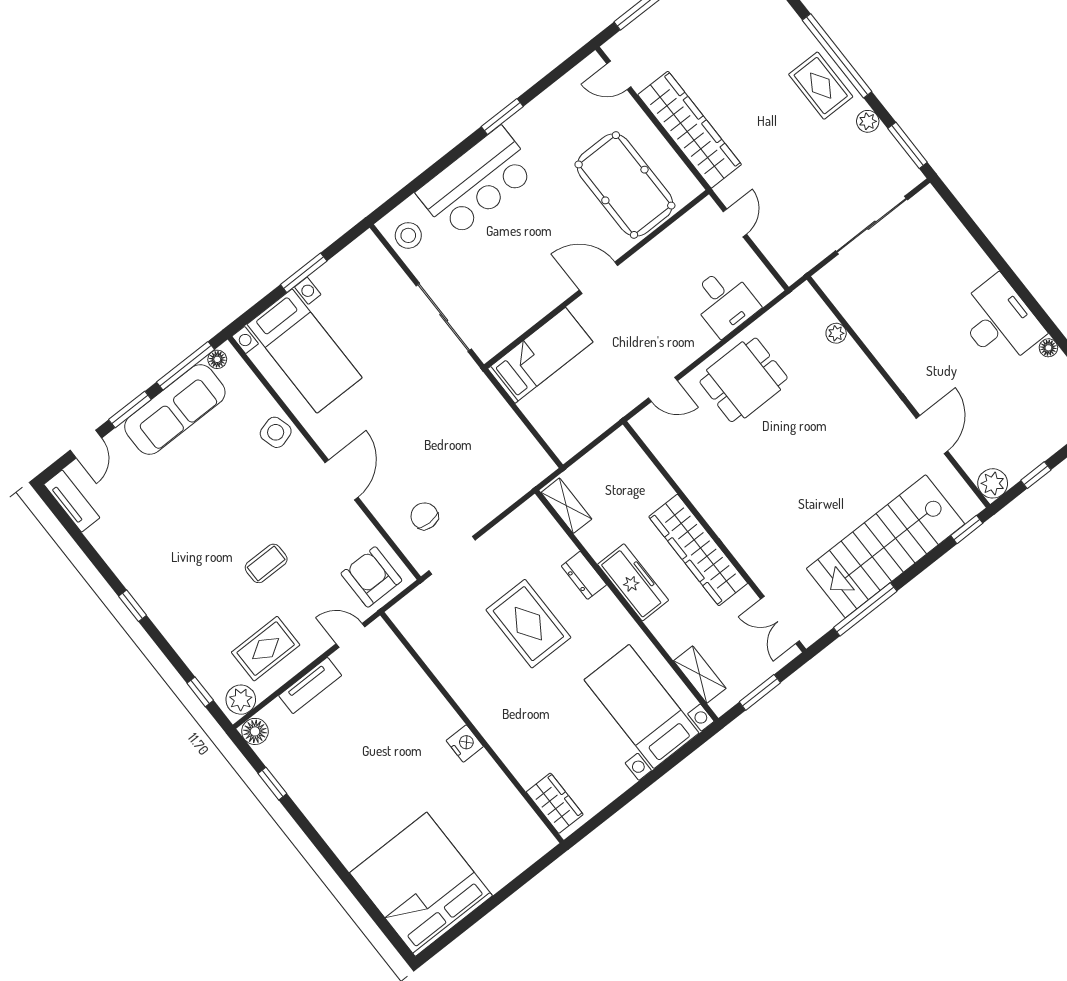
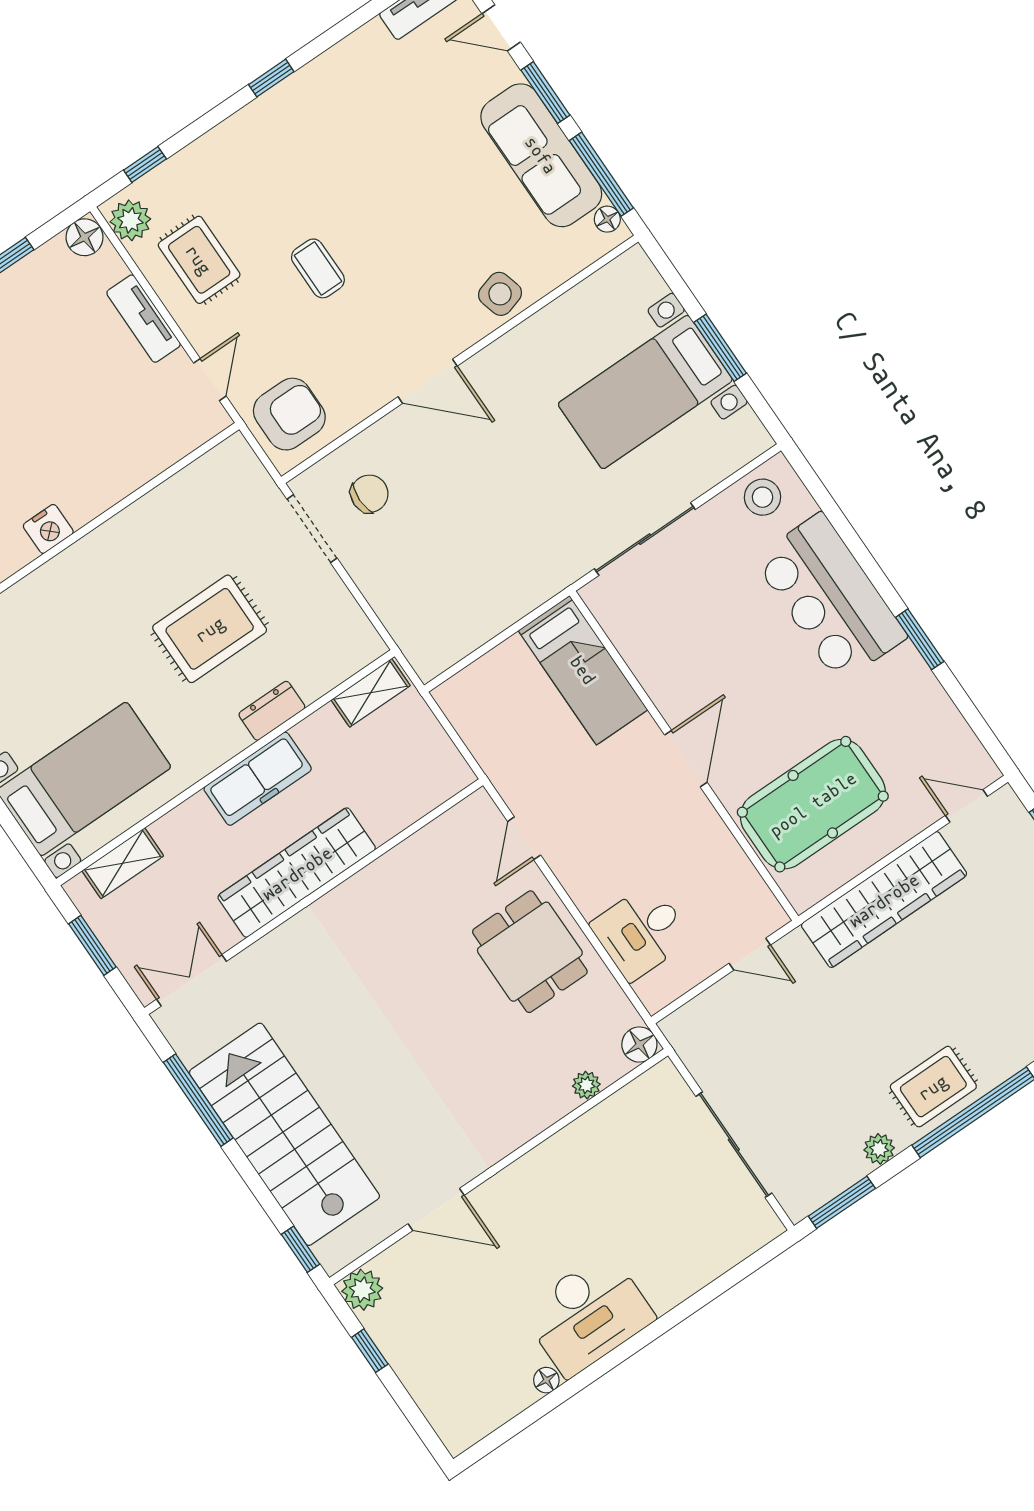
door: (619, 75) -> (966, 806), hinge flipped
floor lamp: (805, 297) -> (639, 1045), added
bed with nightstands: (305, 351) -> (645, 392), moved

